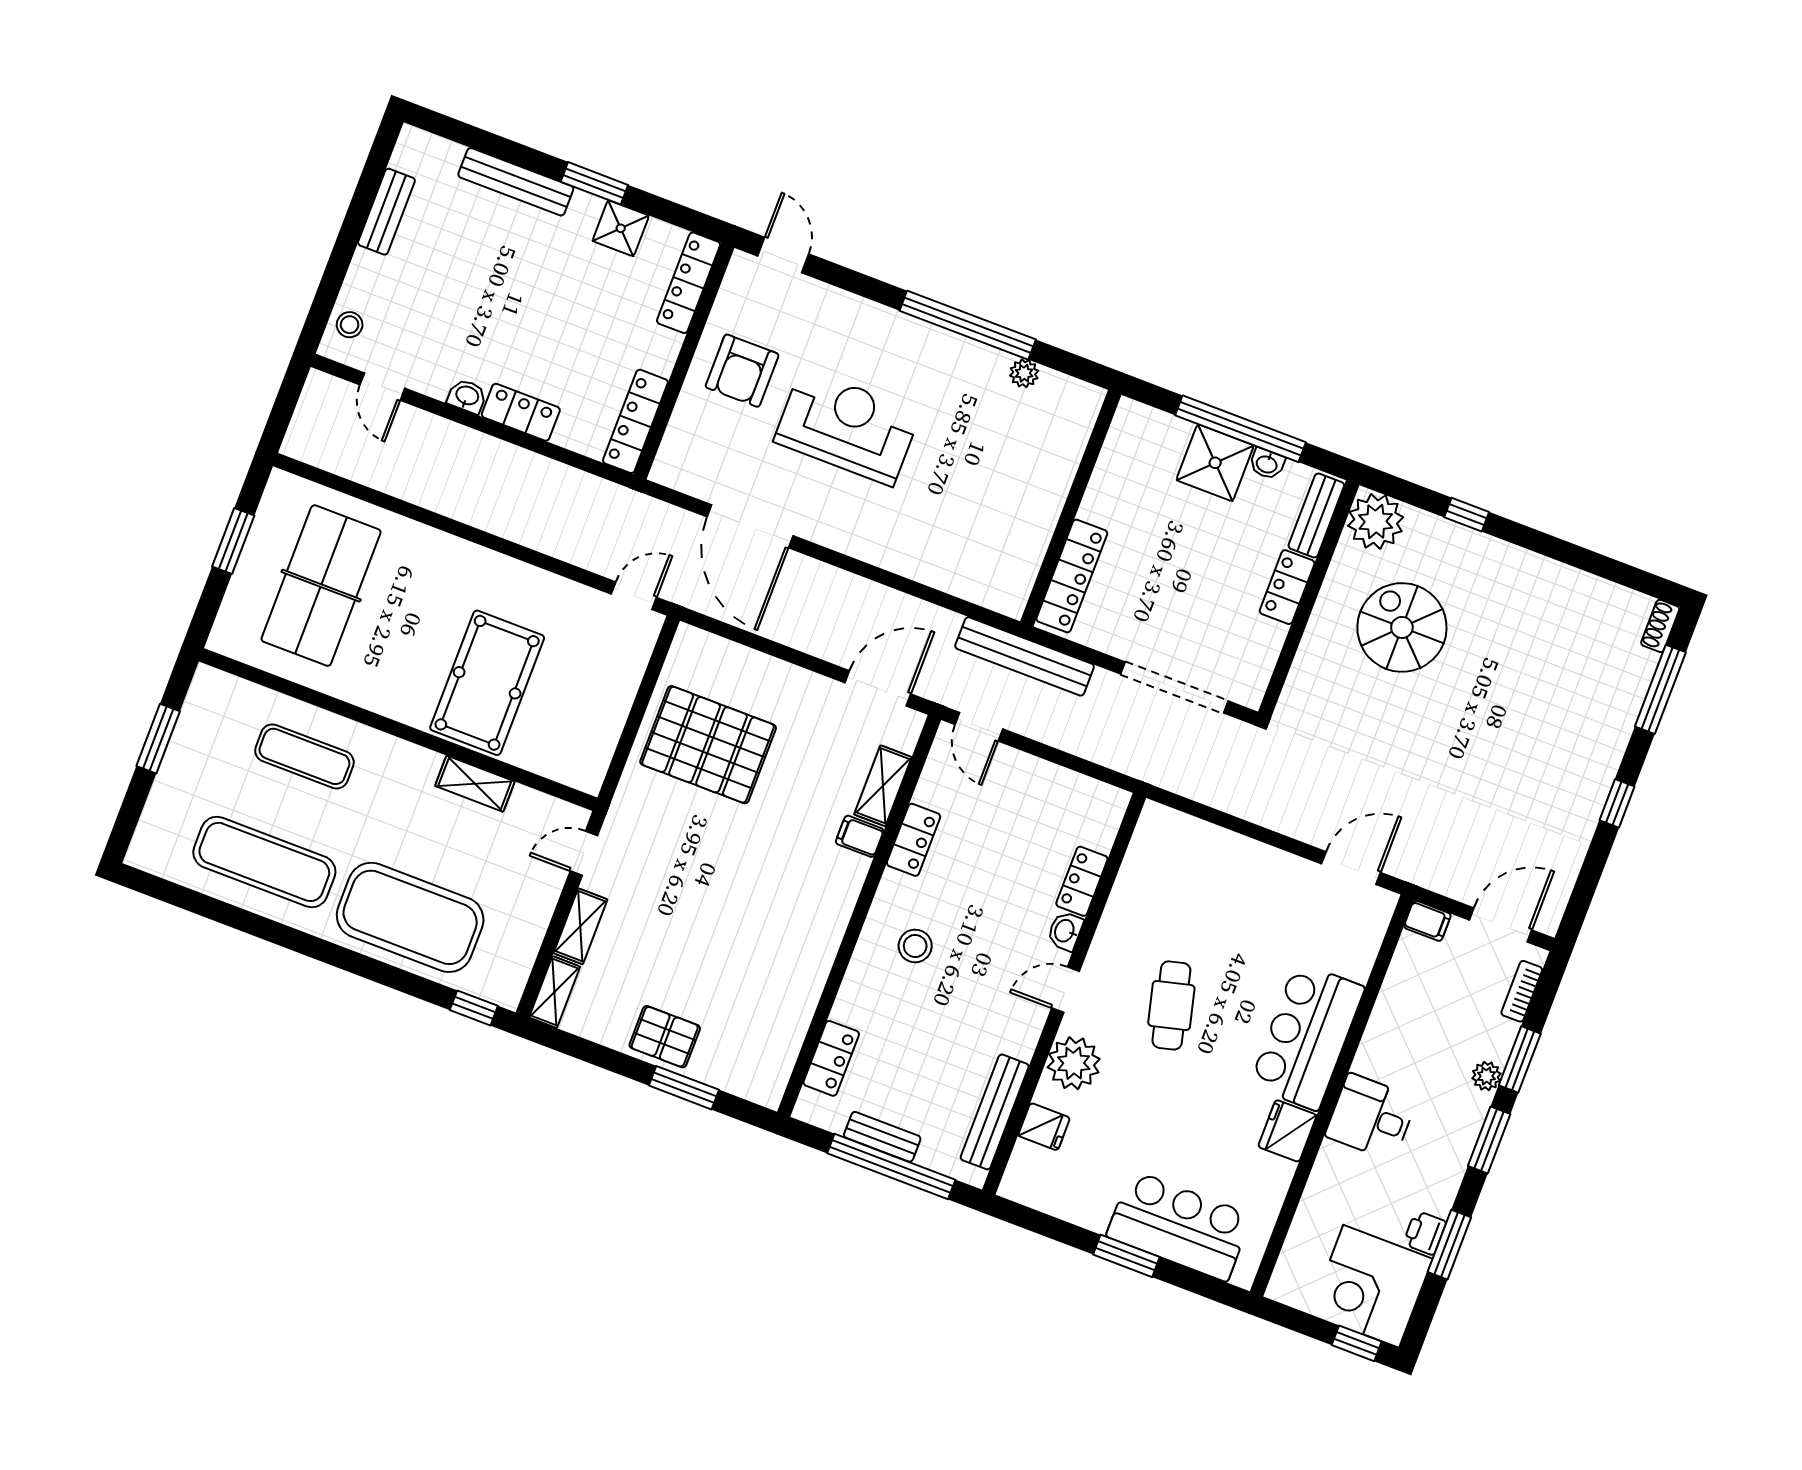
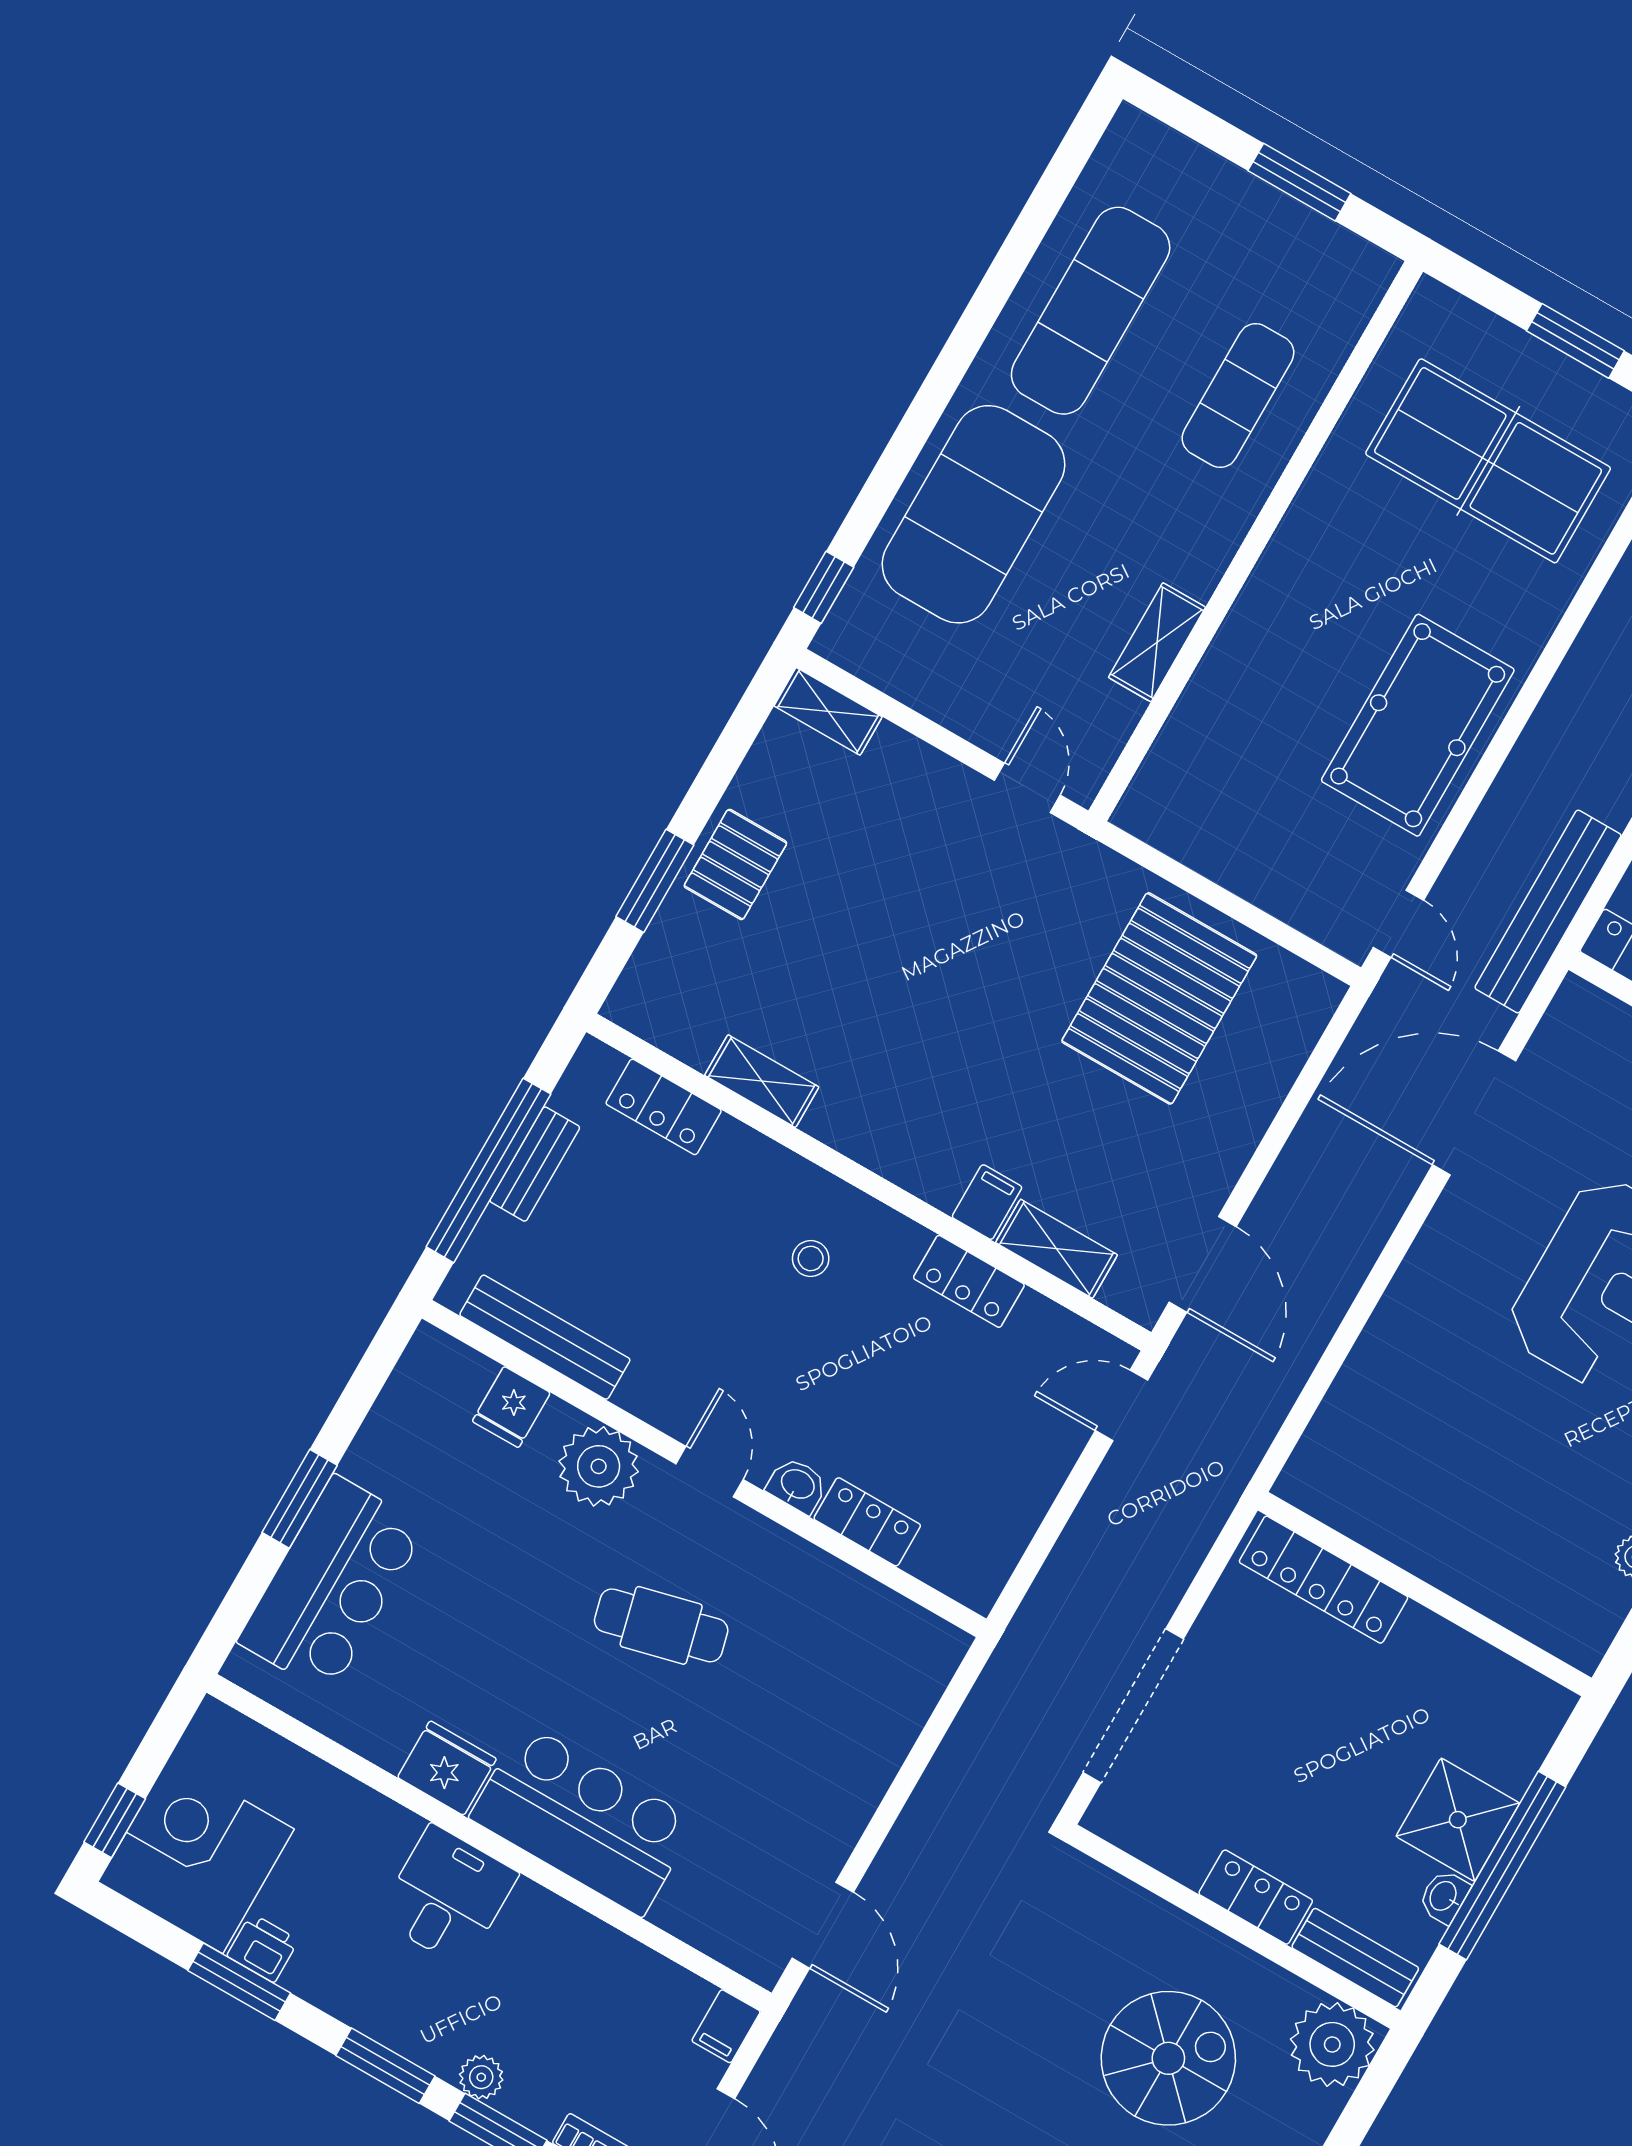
bench: (1025, 656) -> (1548, 912), moved
pool table: (487, 683) -> (1418, 725), moved, turned 90
shelving: (580, 926) -> (762, 1081), moved
stool: (915, 946) -> (811, 1259), width x0.73, depth x0.73

